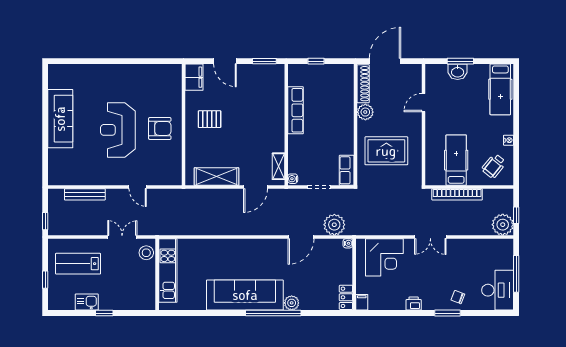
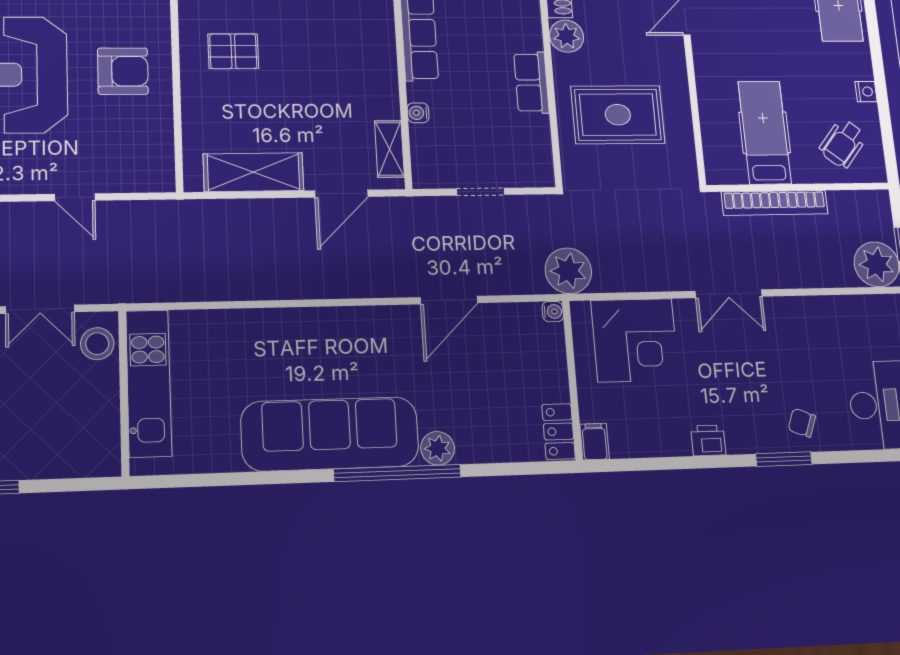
row of seats: (347, 170) -> (531, 83), moved
water cooler: (293, 179) -> (418, 113), moved
plant: (334, 225) -> (568, 271), moved
double door: (122, 237) -> (40, 309), swing flipped

